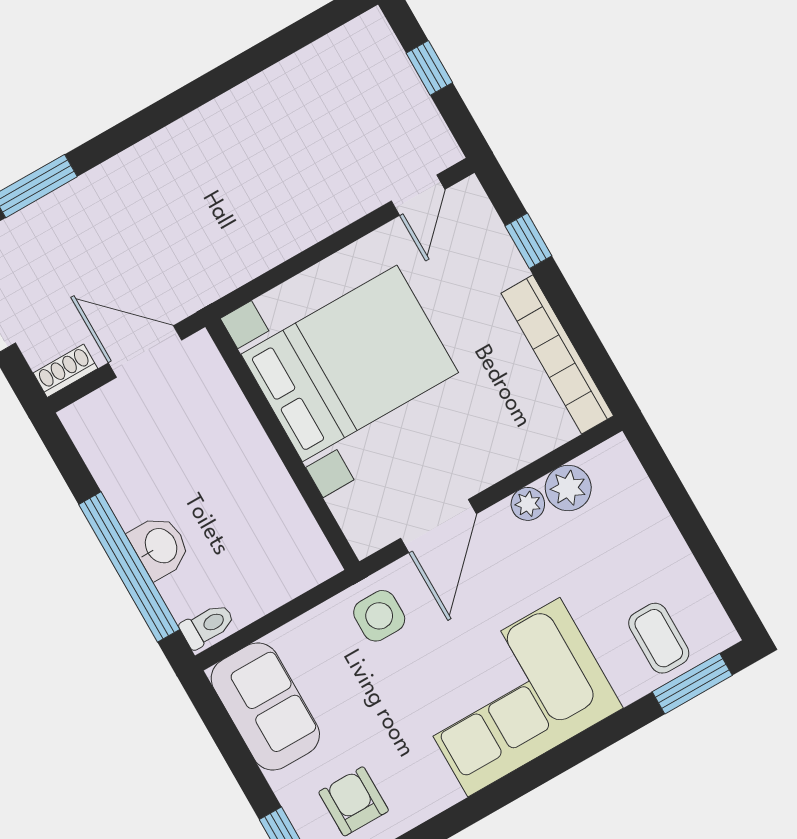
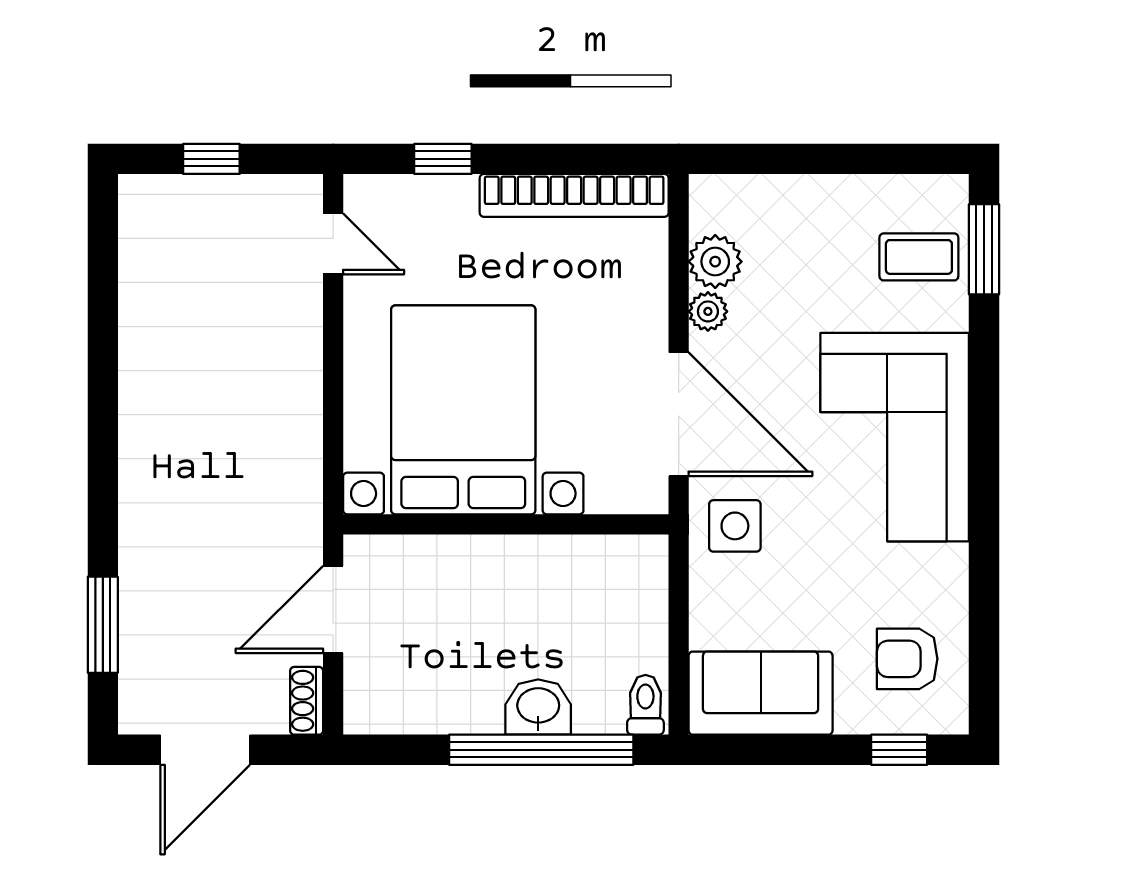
door: (439, 526) -> (679, 414), width x1.36

